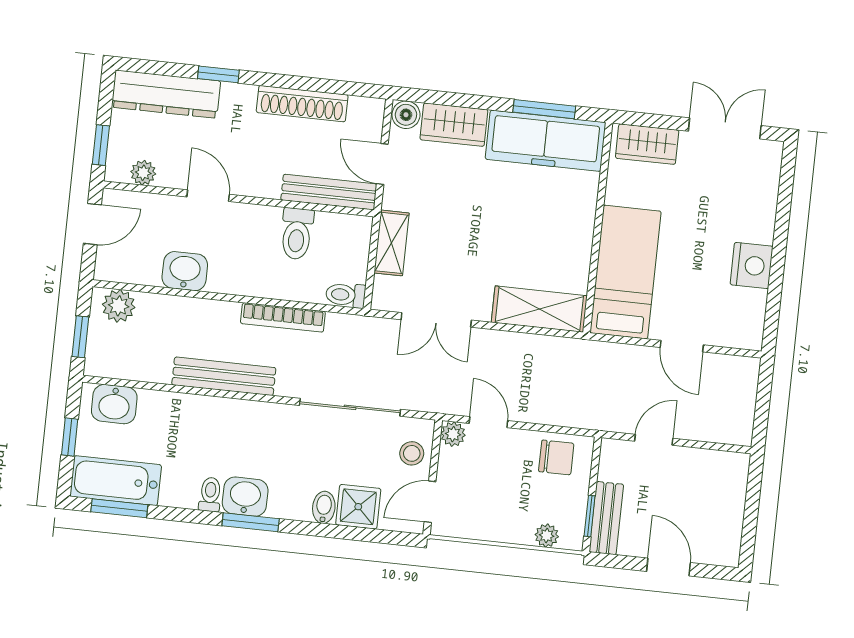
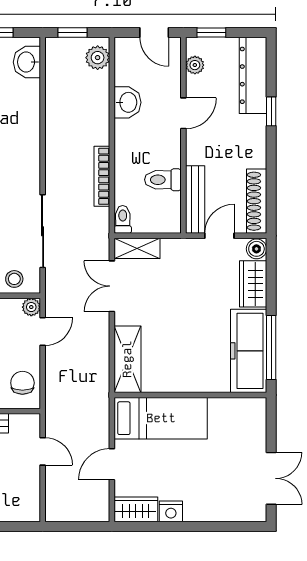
shoe rack: (302, 104) -> (257, 201), moved
window: (544, 109) -> (271, 348), width x1.44
wardrobe: (647, 144) -> (136, 509), moved, turned 90
shelving: (392, 243) -> (137, 248), moved
nightstand: (752, 265) -> (171, 511), width x0.74, depth x0.75
bench: (224, 376) -> (55, 138), removed
chair: (556, 457) -> (22, 383), turned 180

